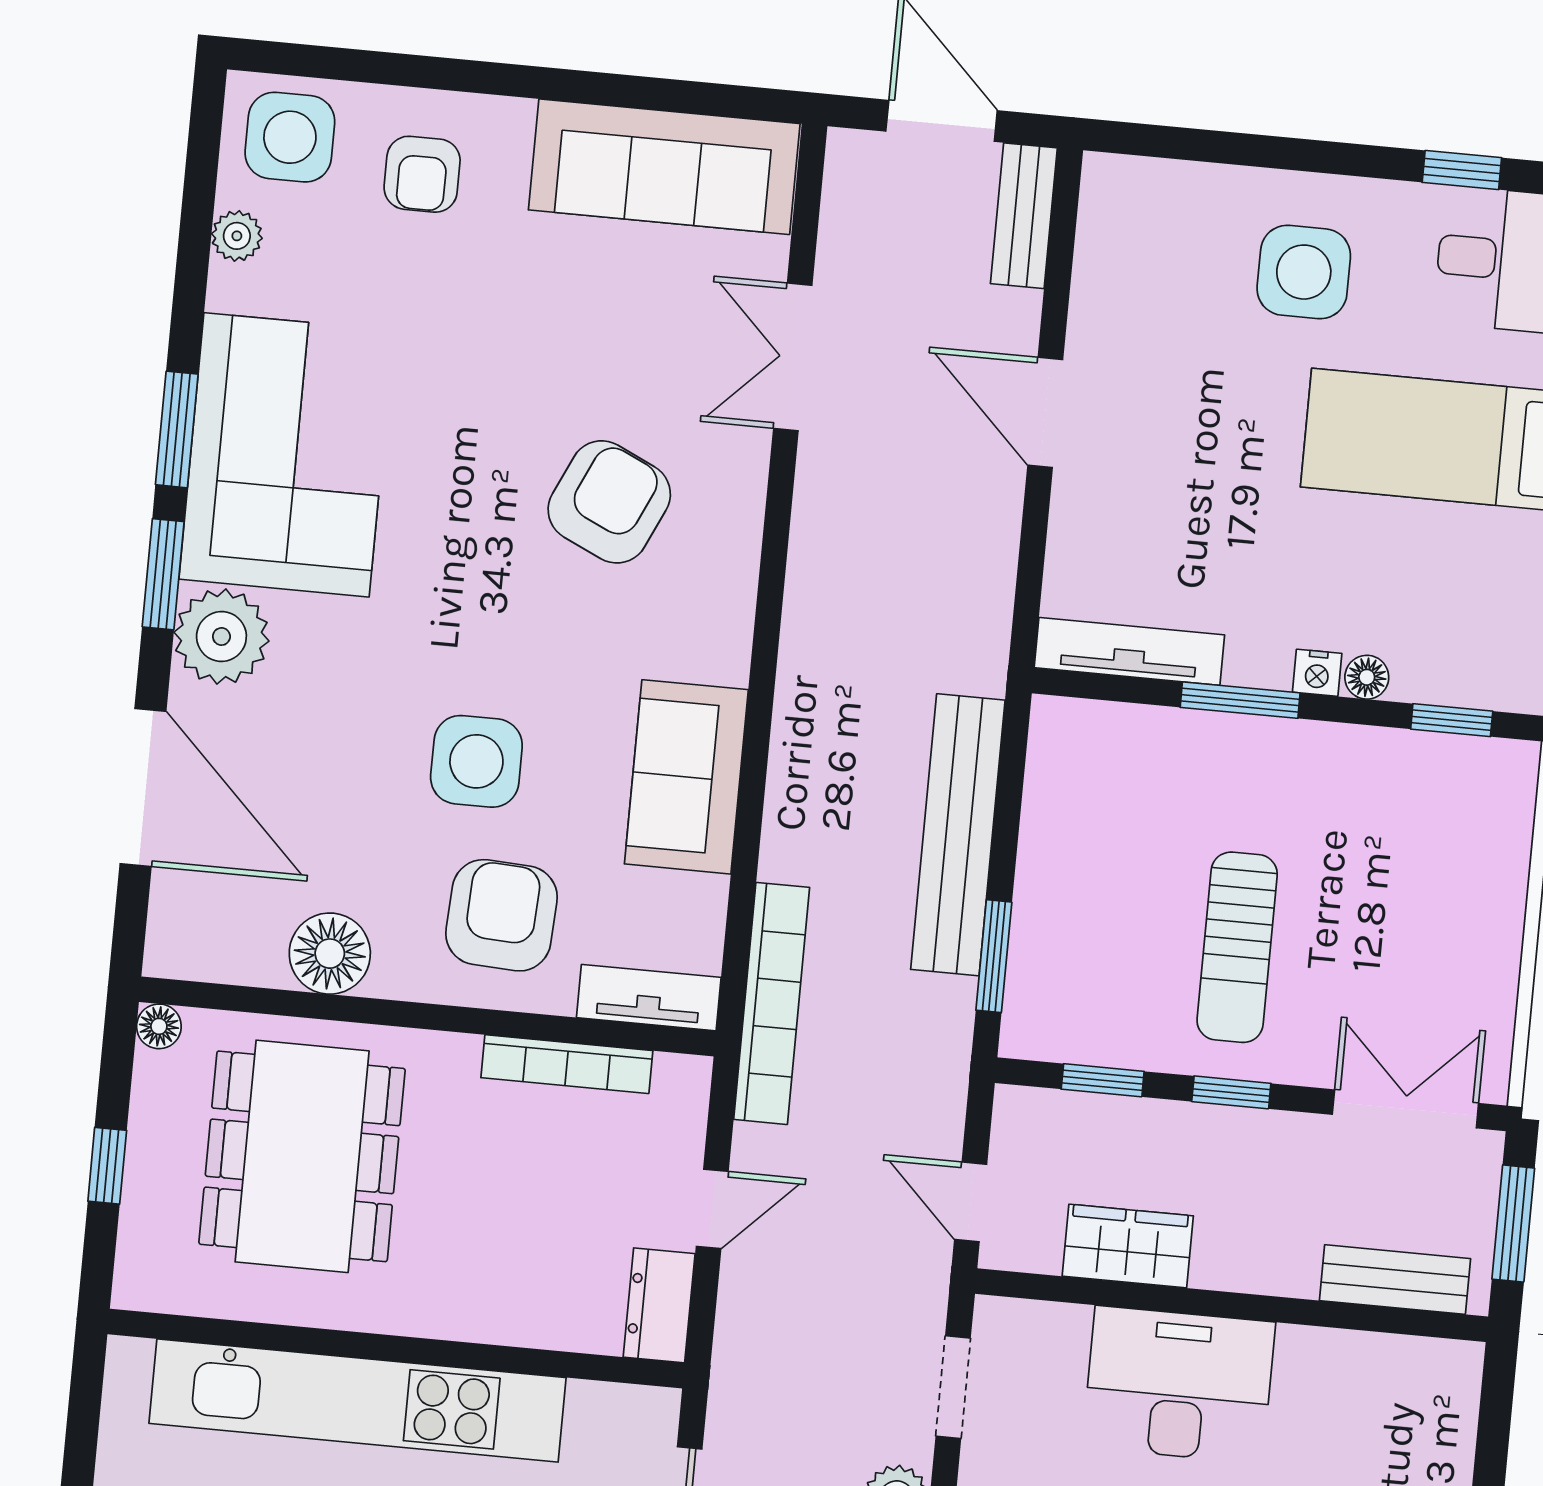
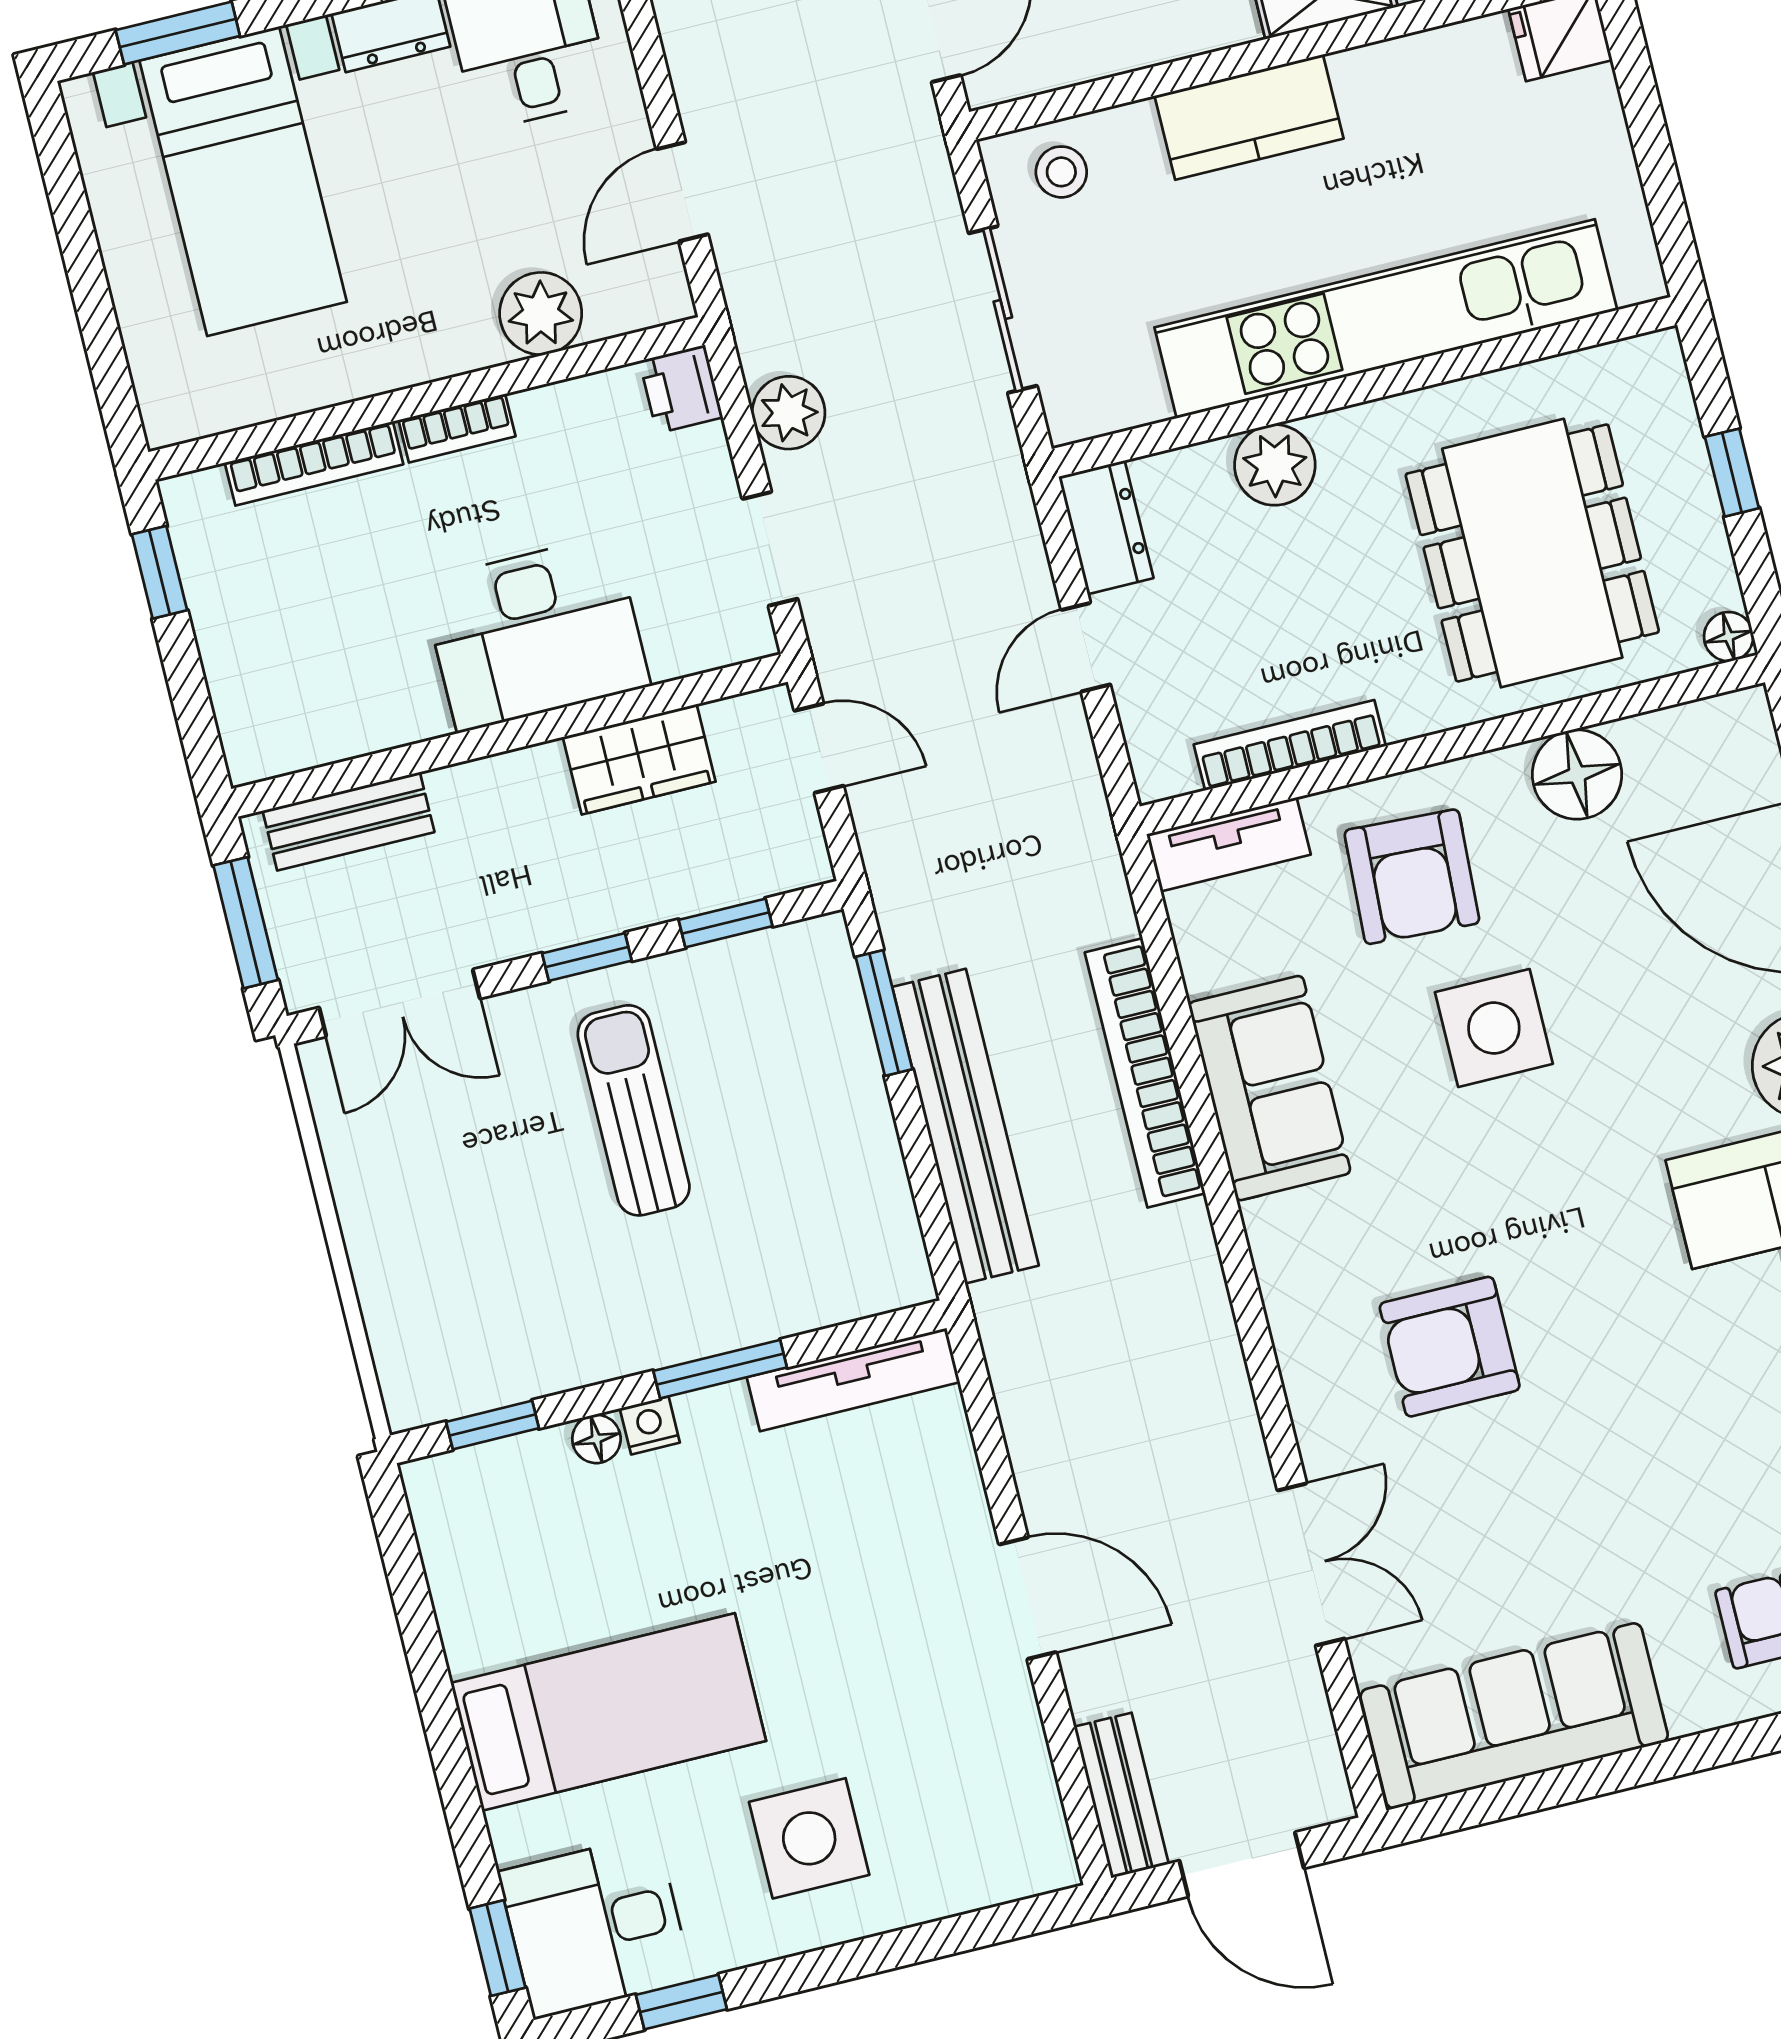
armchair: (609, 502) -> (1450, 1347), turned 65
bookcase: (772, 1003) -> (1145, 1073), moved
plant: (496, 1308) -> (1275, 465), added

